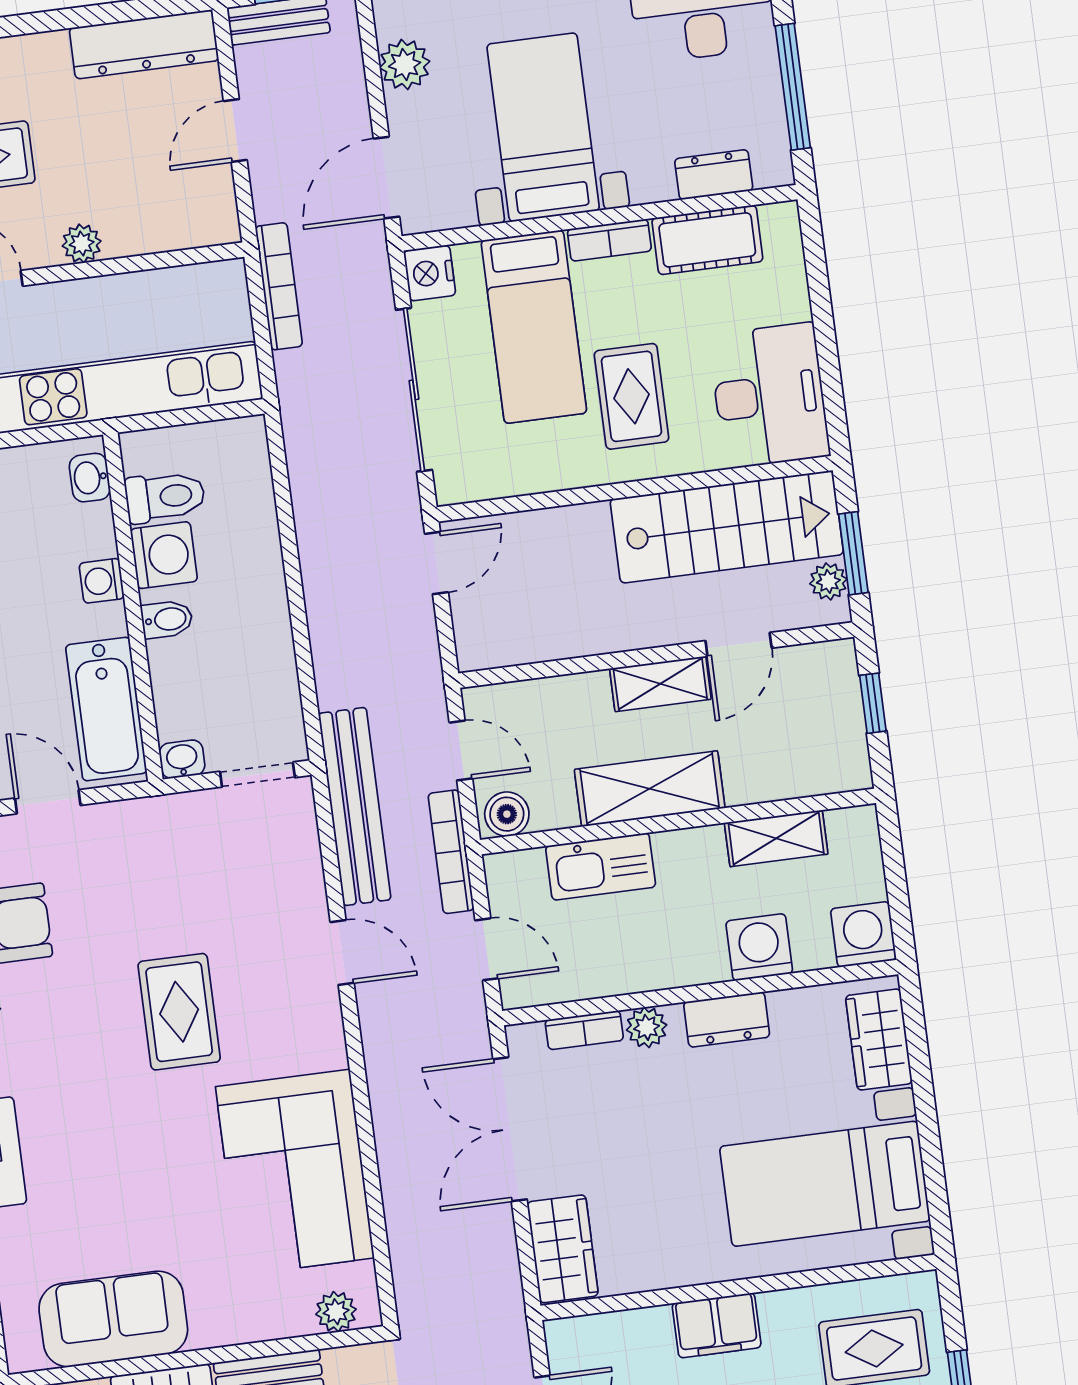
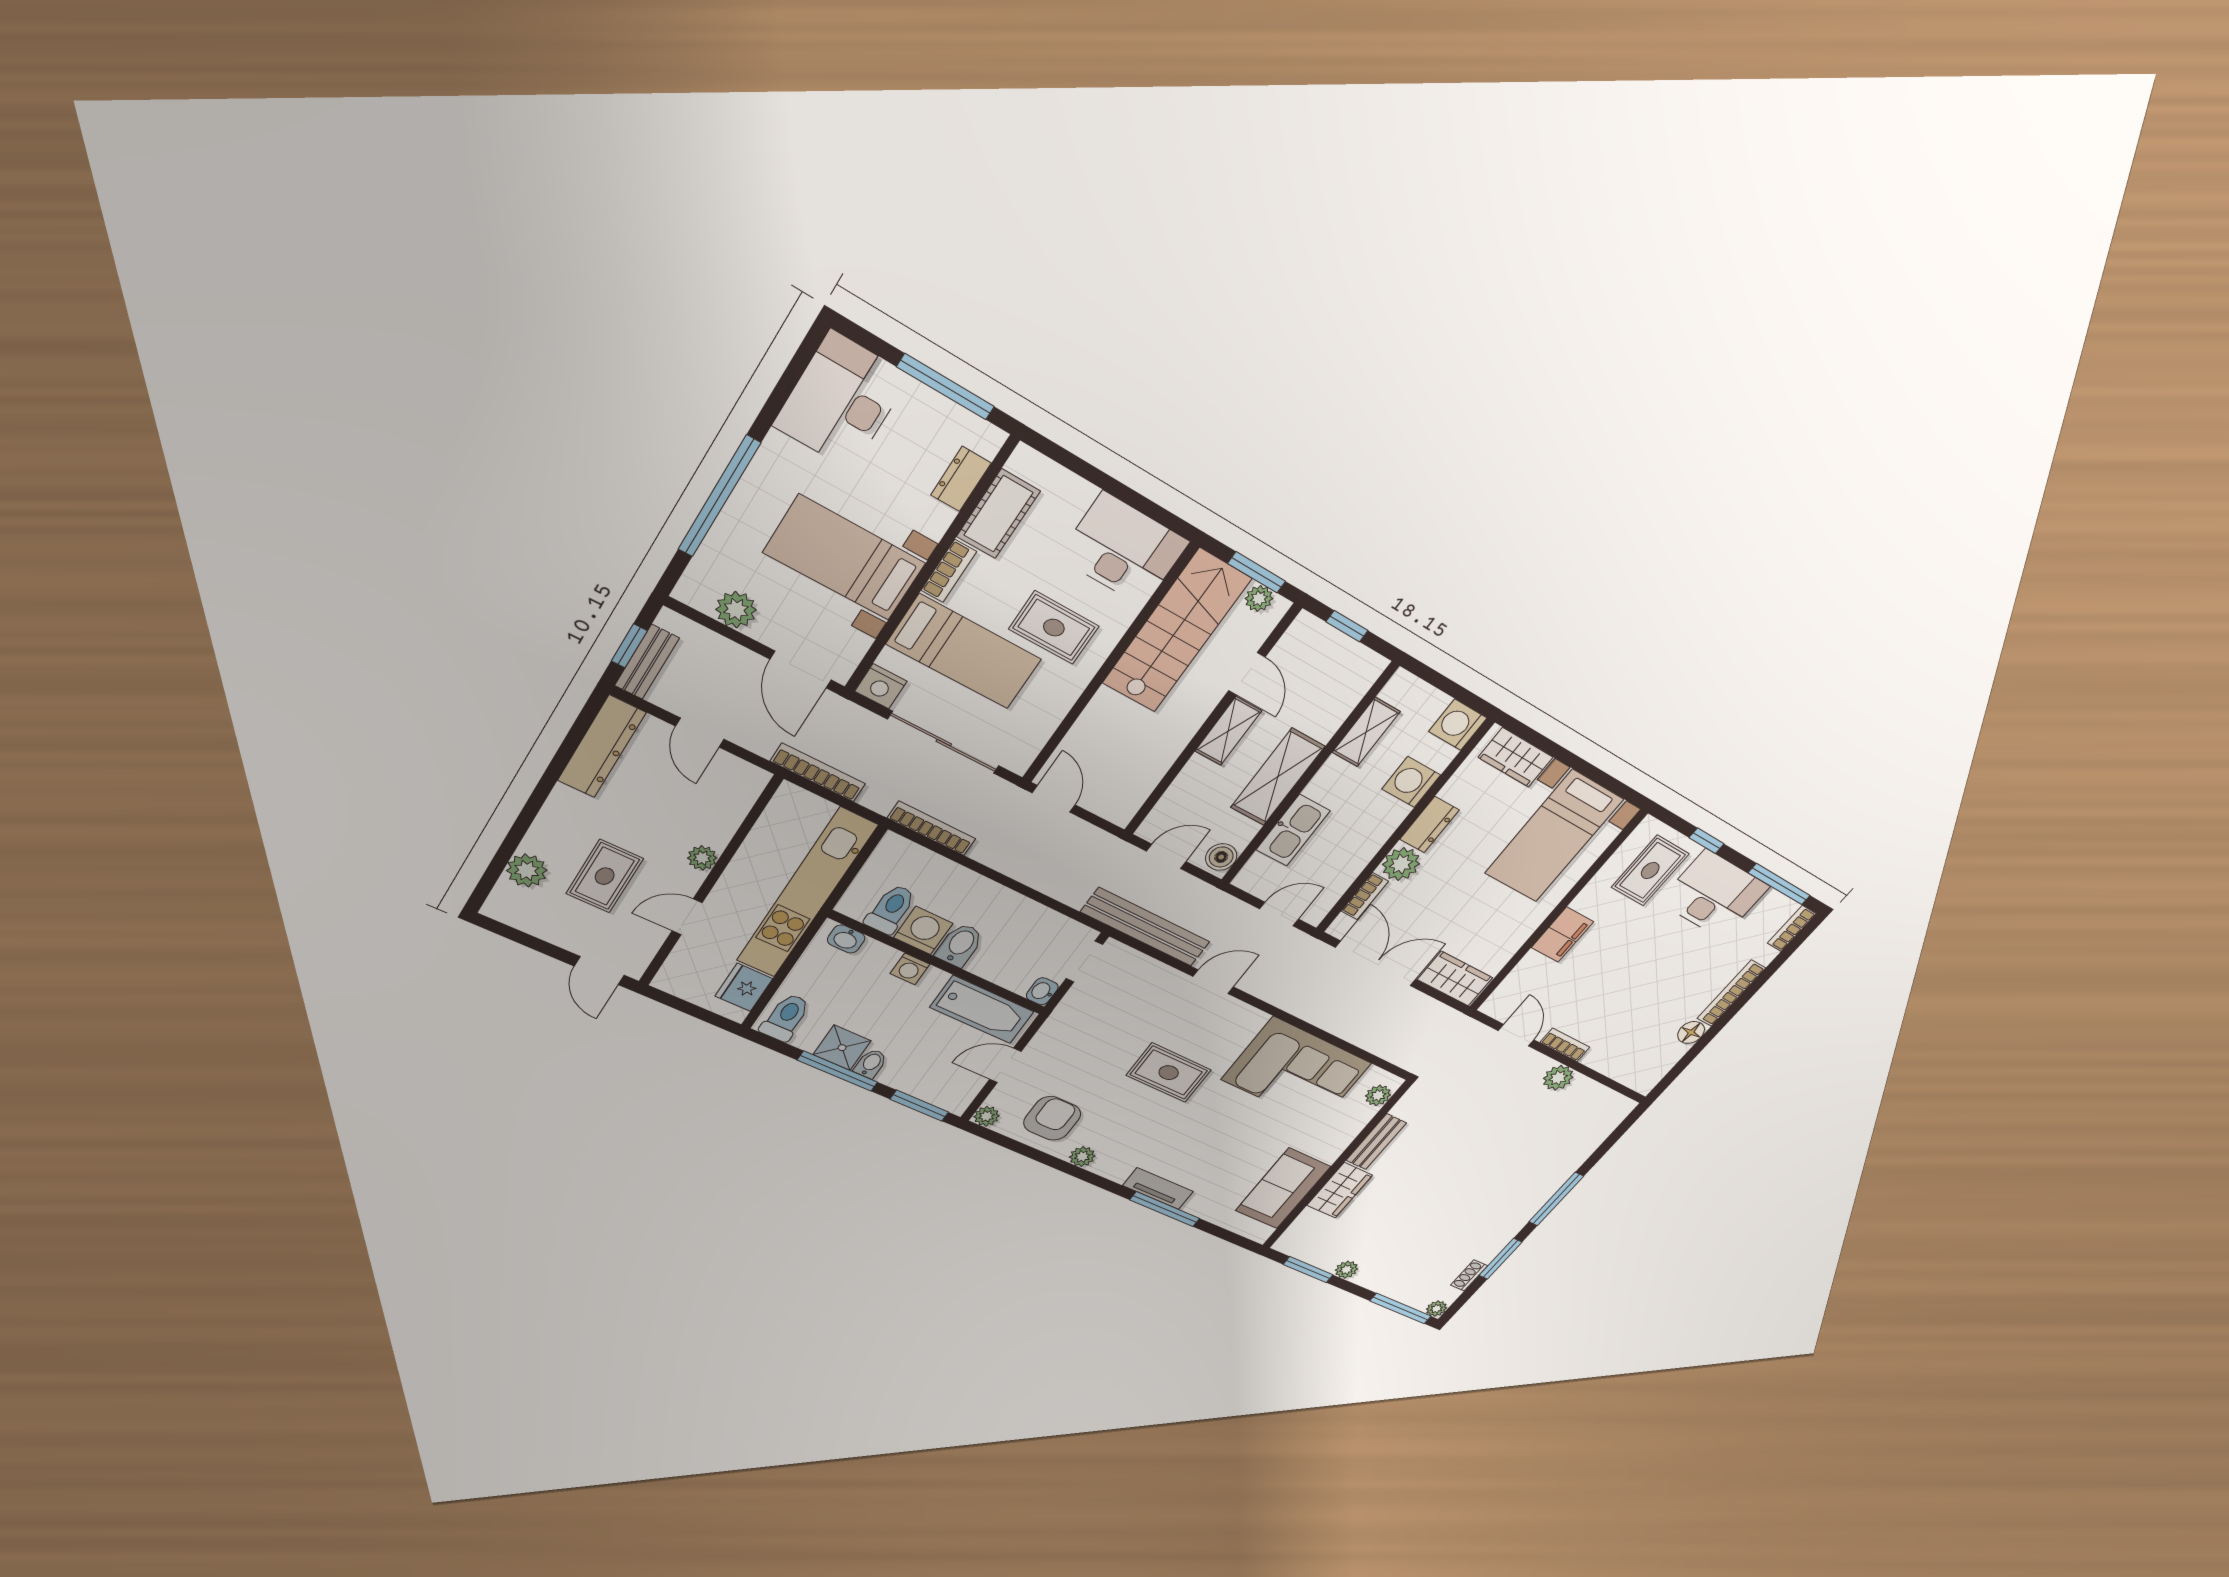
bidet: (167, 619) -> (960, 945), width x1.38, depth x1.36
bookcase: (451, 852) -> (932, 828), moved, turned 180
plant: (647, 1027) -> (1401, 864), width x1.38, depth x1.38
double door: (510, 1129) -> (1376, 964), swing flipped

